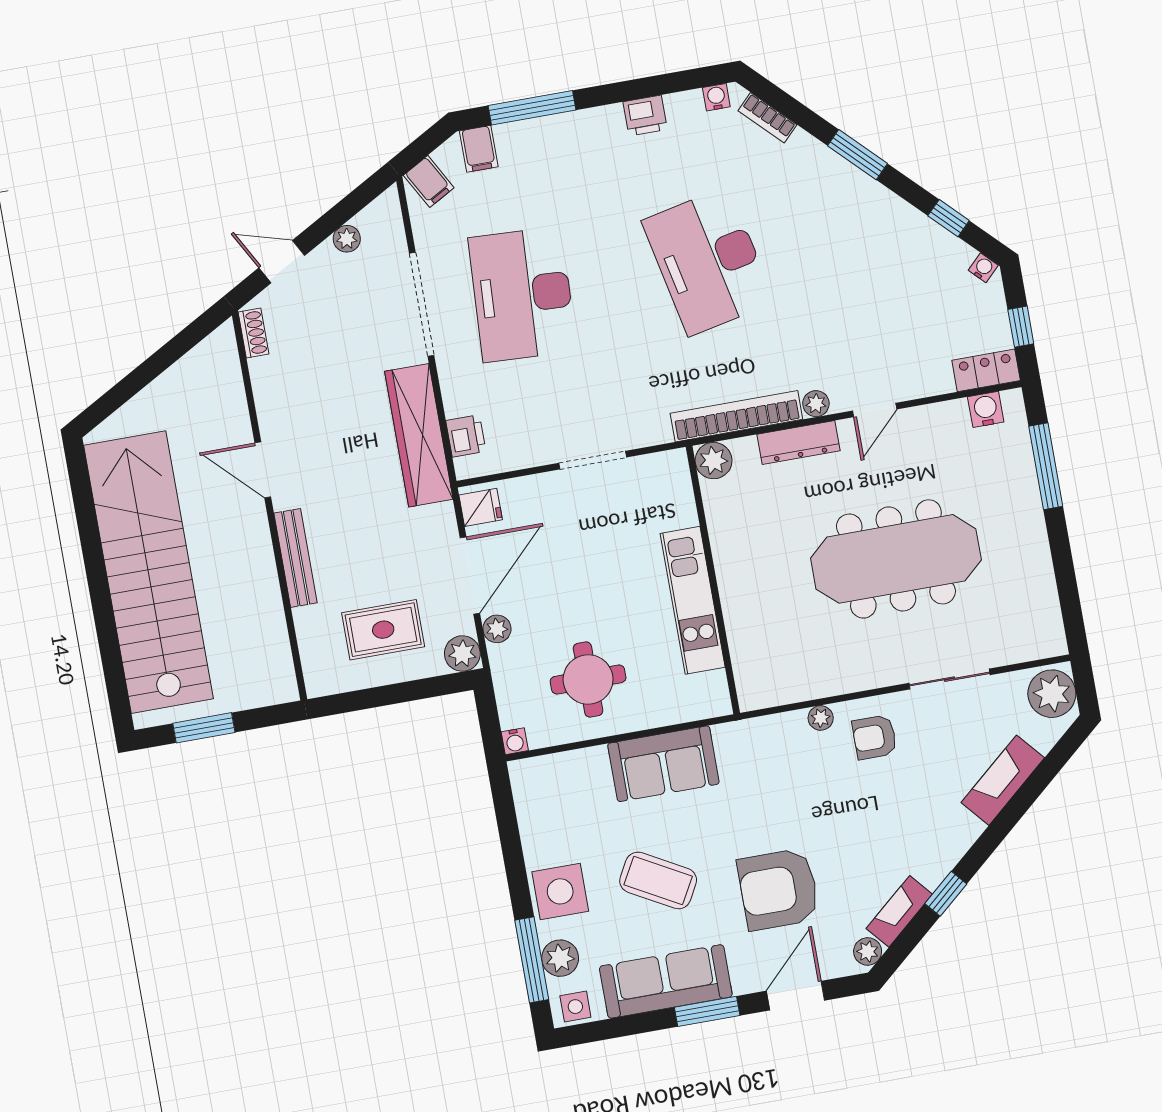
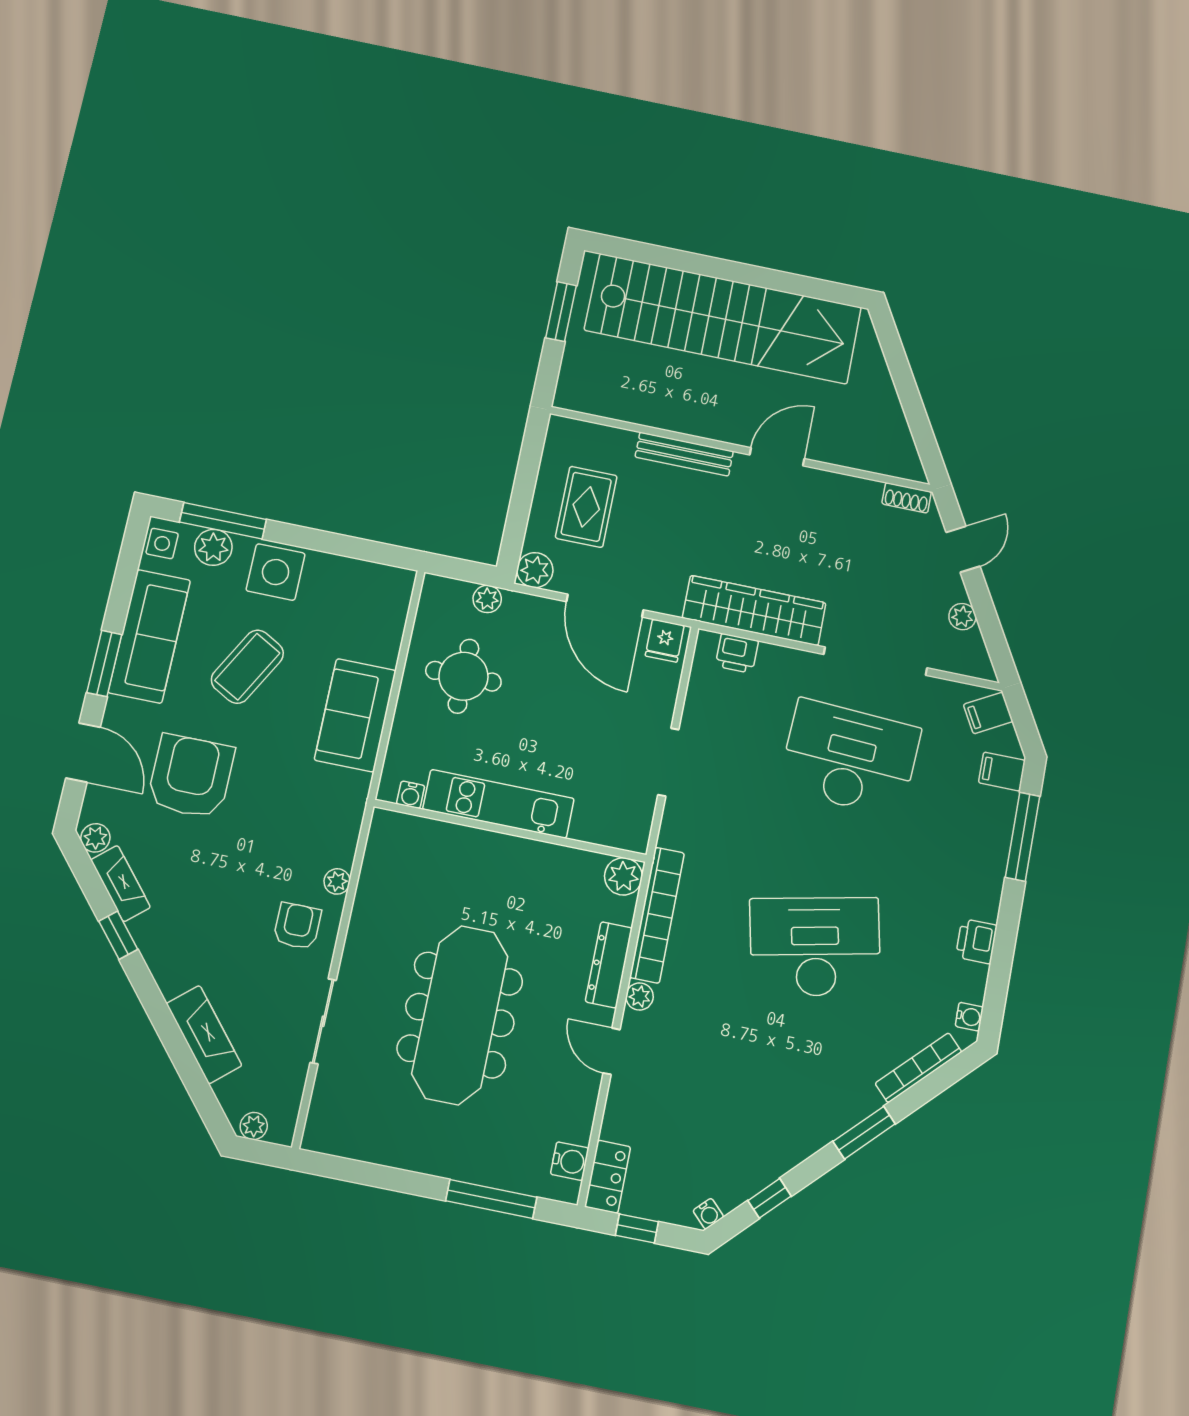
bookcase: (767, 118) -> (918, 1068), width x1.56
plant: (497, 629) -> (487, 599), moved
plant: (1052, 694) -> (254, 1126), width x0.53, depth x0.53
water cooler: (515, 741) -> (411, 795), moved, turned -90

